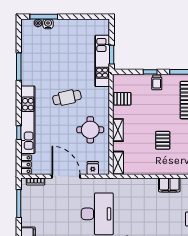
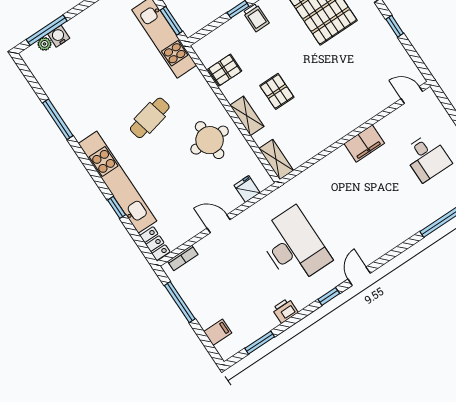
pallet: (163, 140) -> (277, 91), moved
door: (66, 176) -> (219, 224), width x0.53

